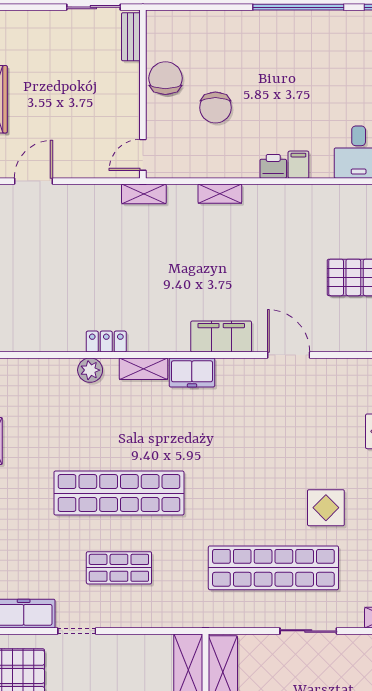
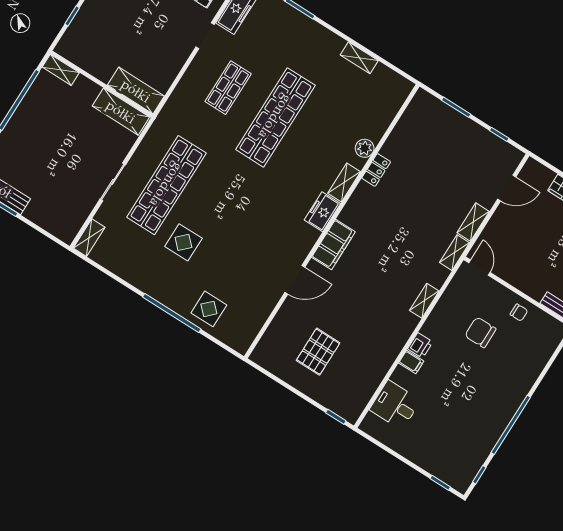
chair: (165, 78) -> (519, 313), width x0.54, depth x0.54
door: (33, 181) -> (507, 188), hinge flipped
shelving: (96, 195) -> (473, 222), added

